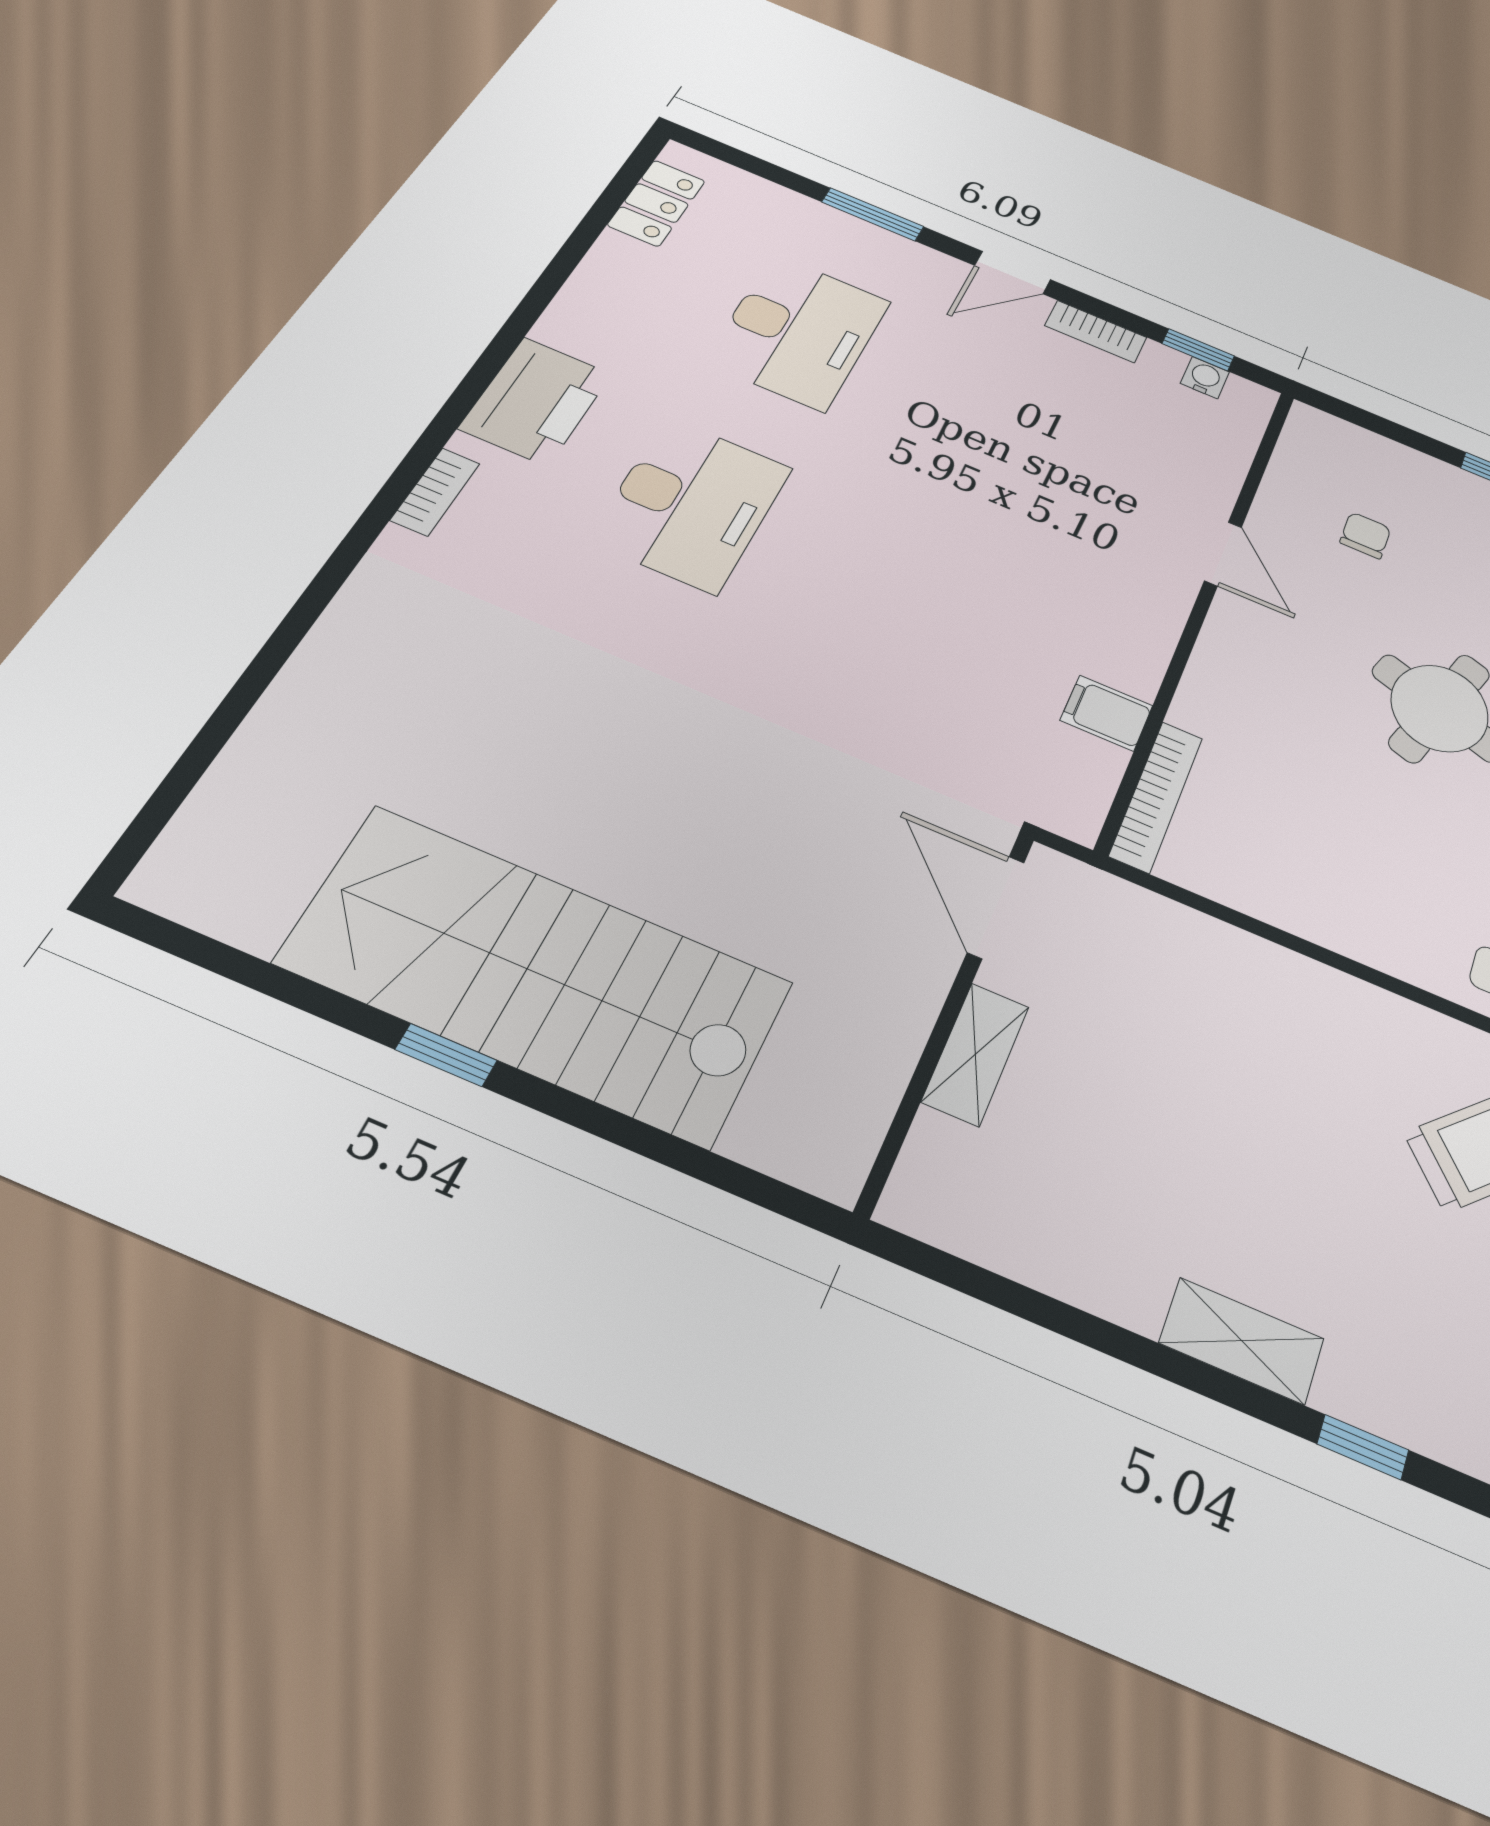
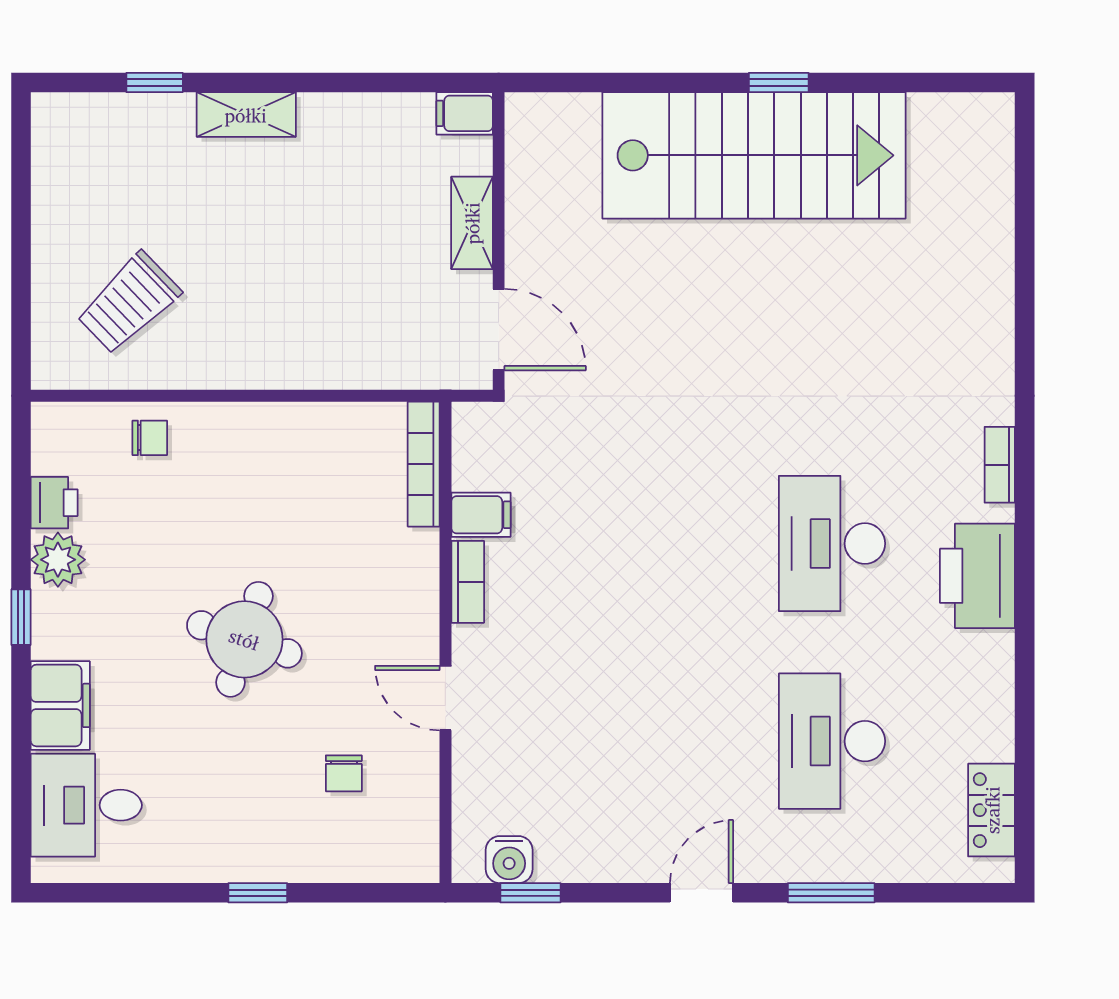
bookcase: (1096, 332) -> (468, 582), moved, turned 90
water cooler: (1205, 378) -> (509, 860), width x1.38, depth x1.38
filing cabinet: (924, 1207) -> (465, 113), added

